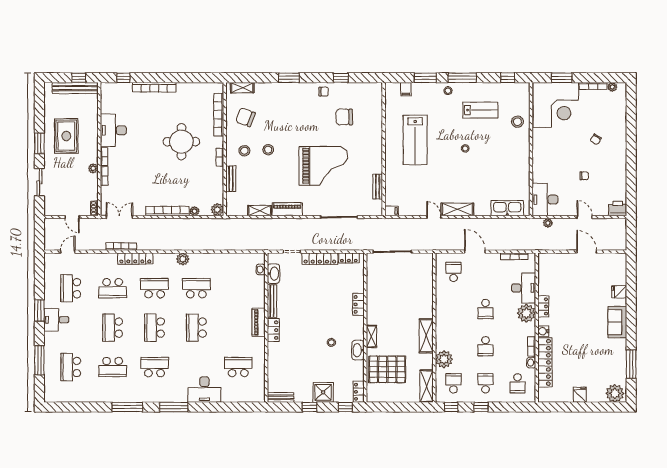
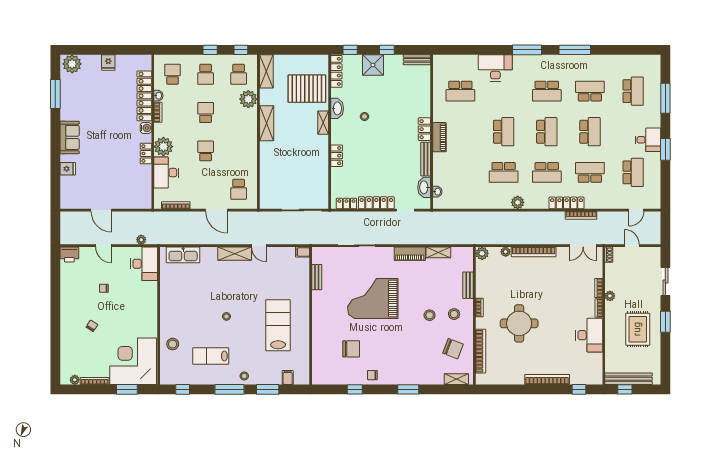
locker: (359, 392) -> (336, 71), width x1.53

